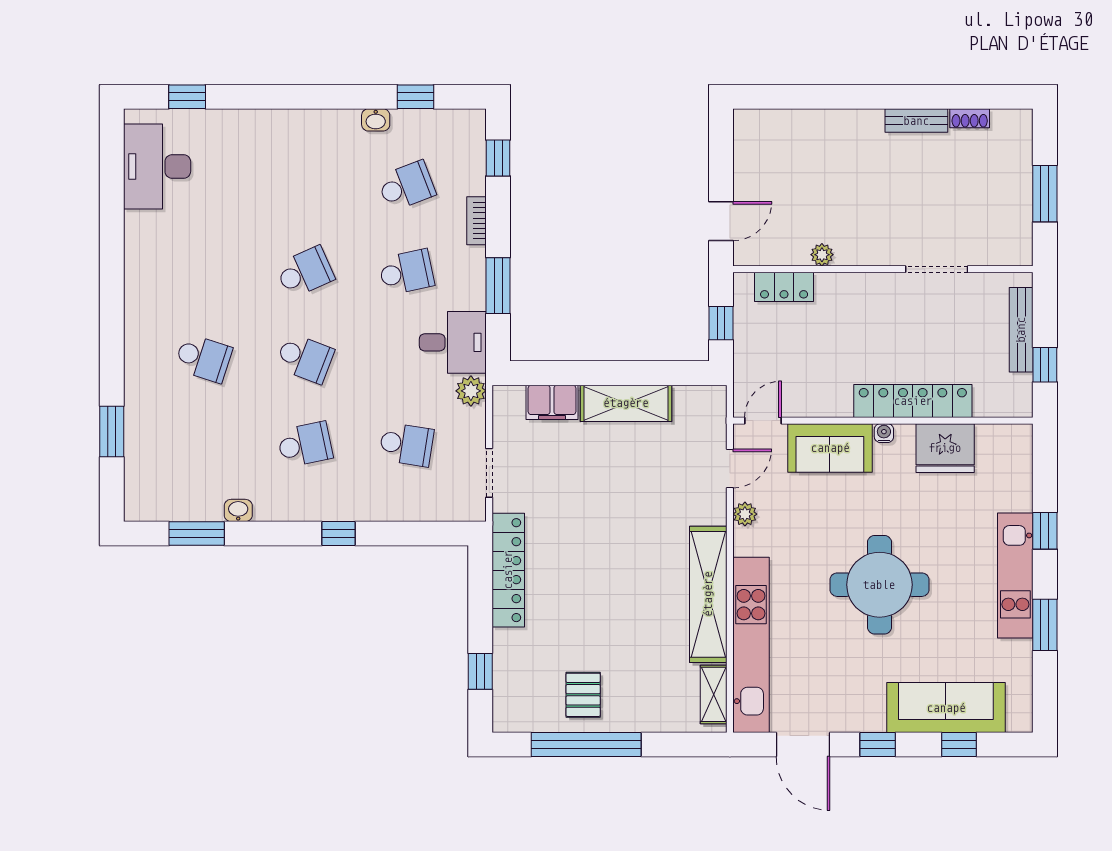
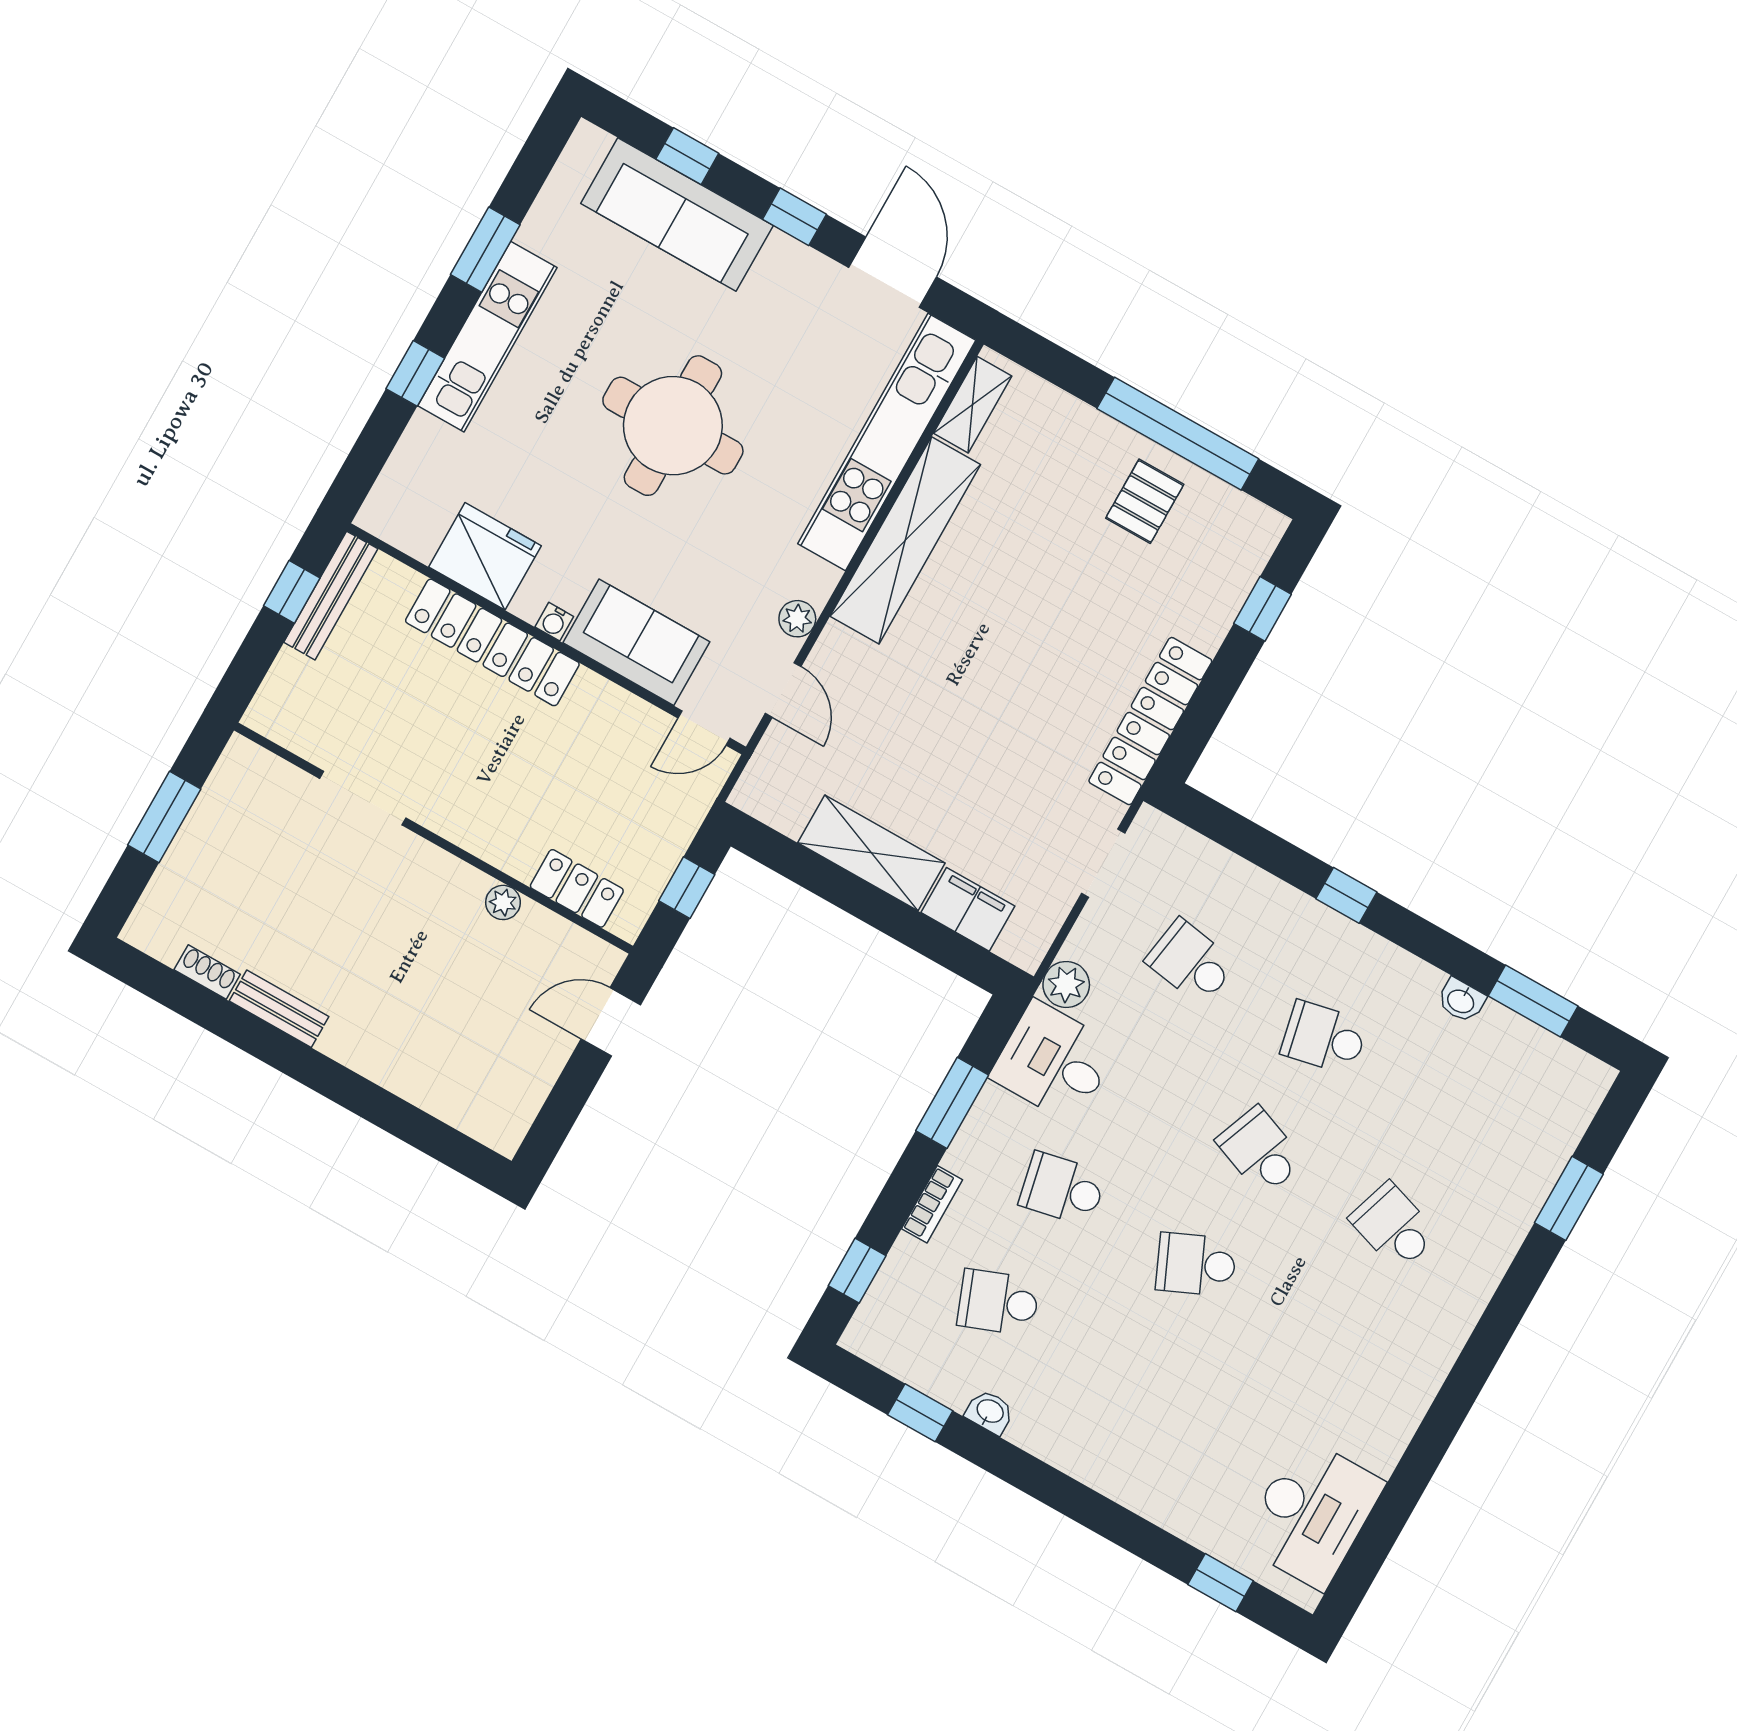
bench: (1021, 330) -> (331, 596), moved
door: (730, 468) -> (783, 690), swing flipped

